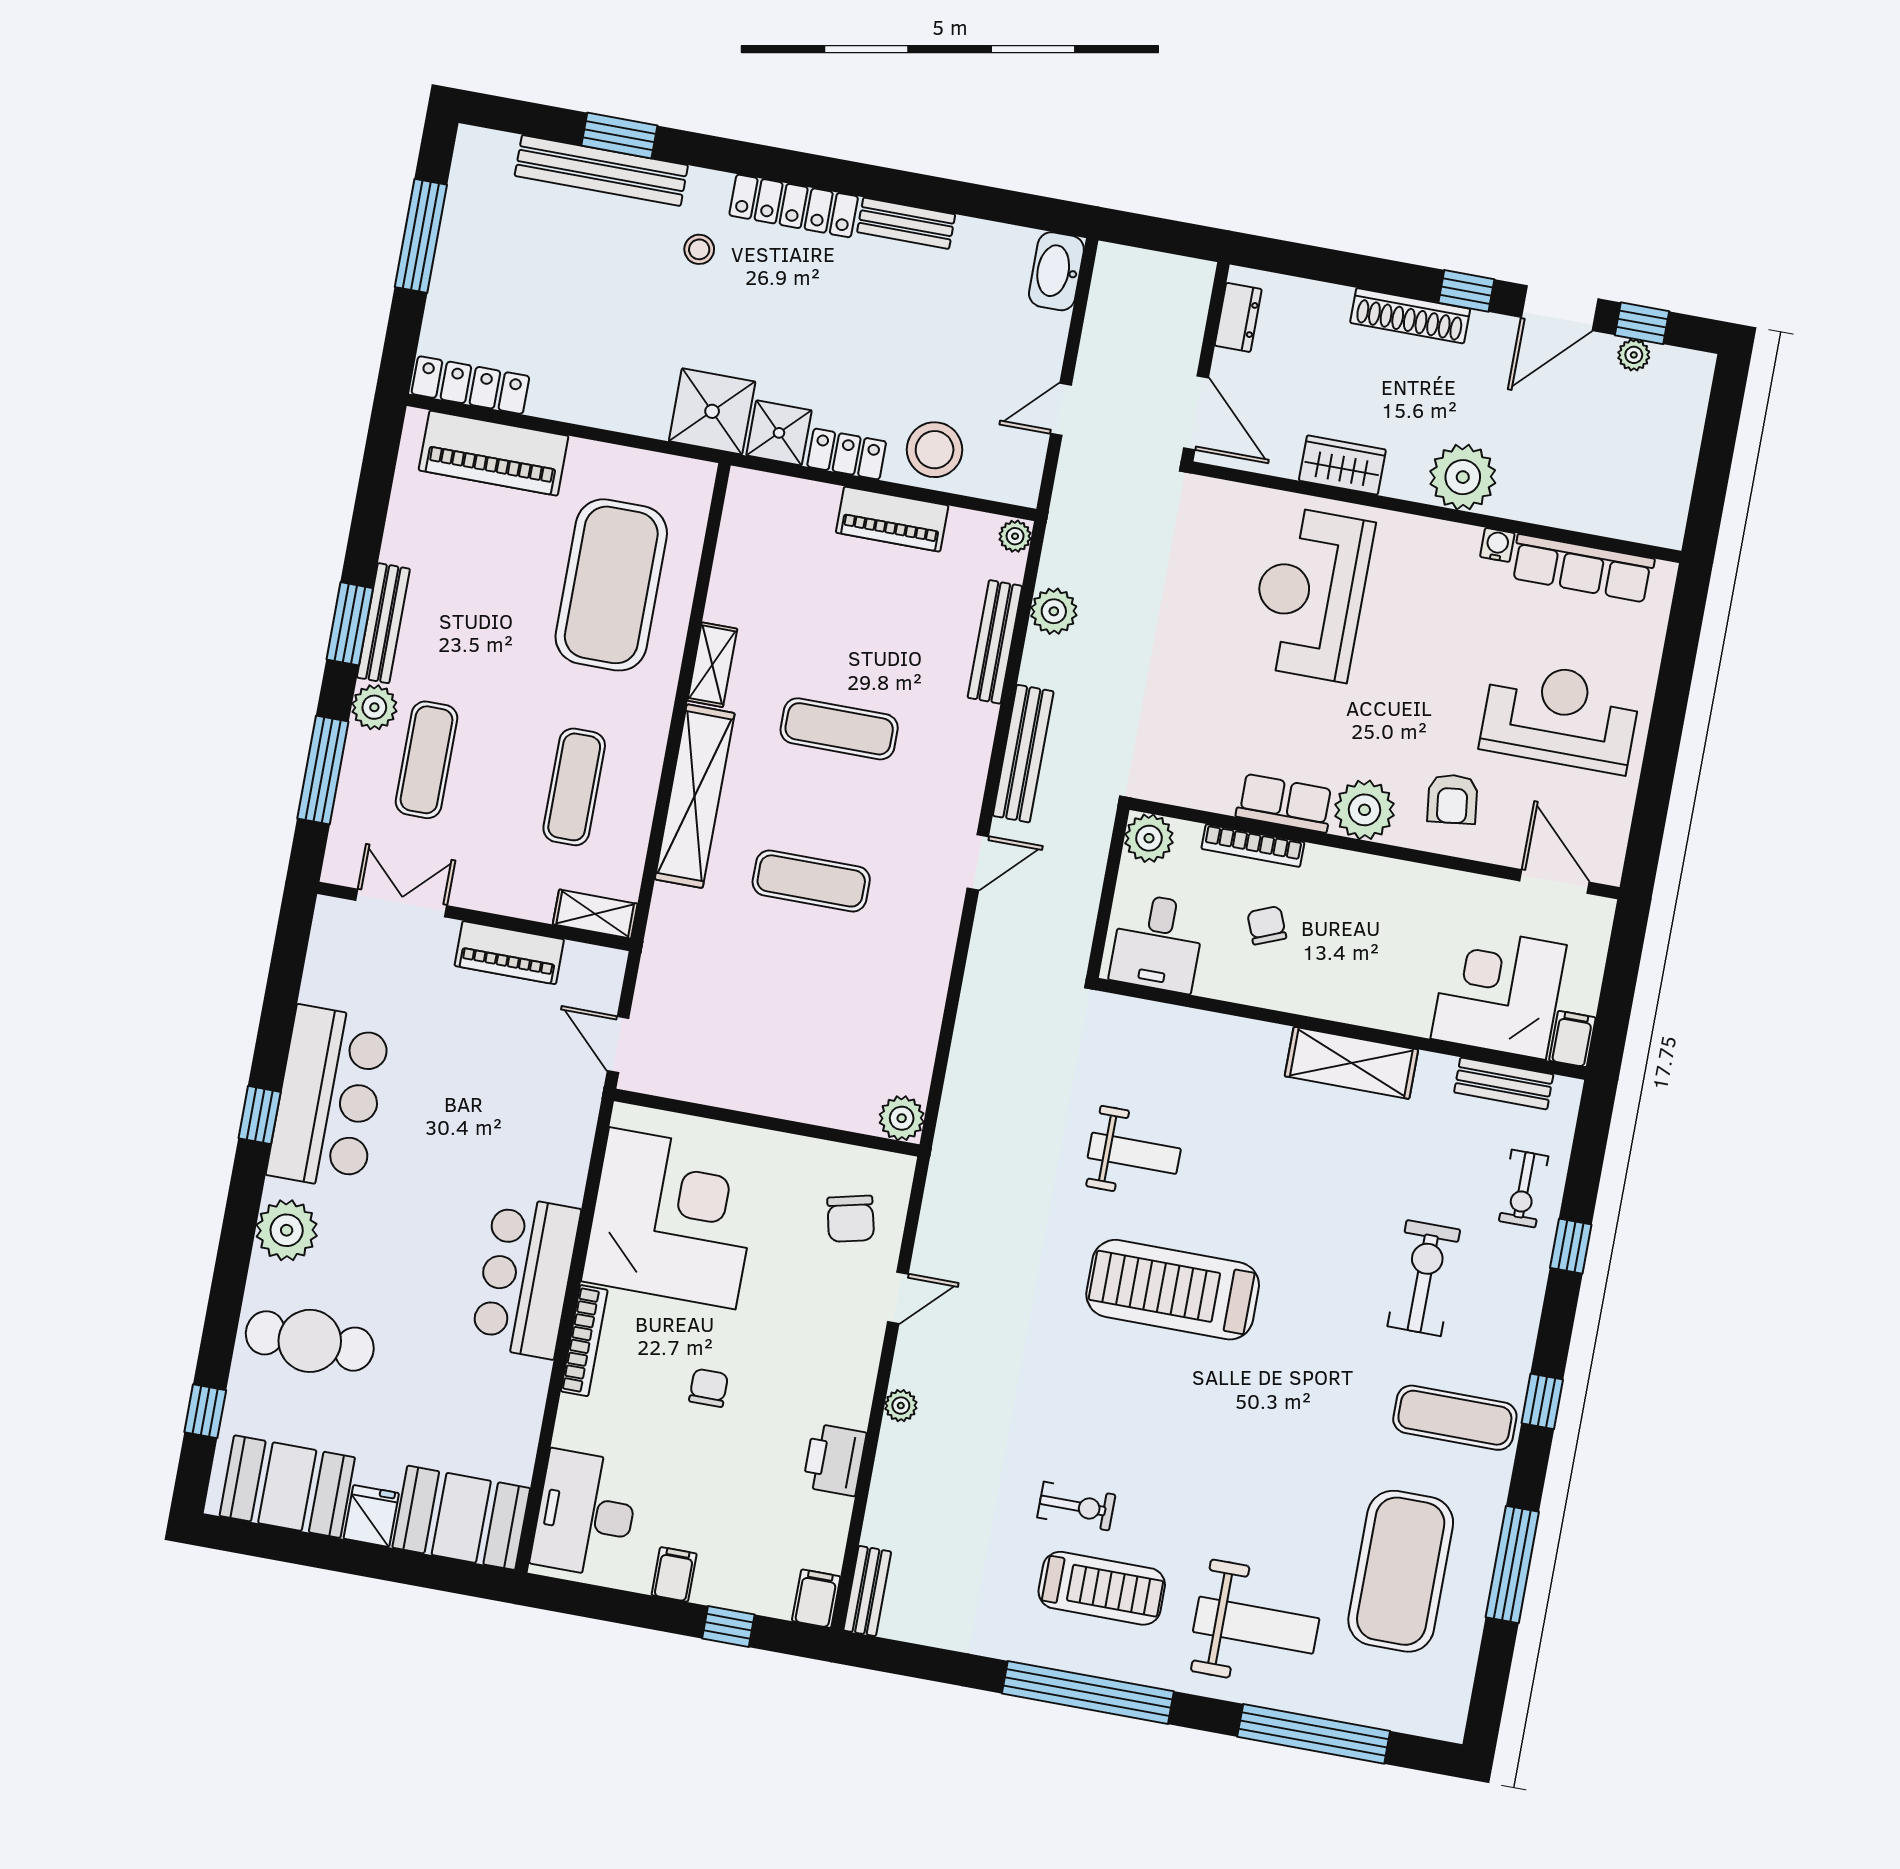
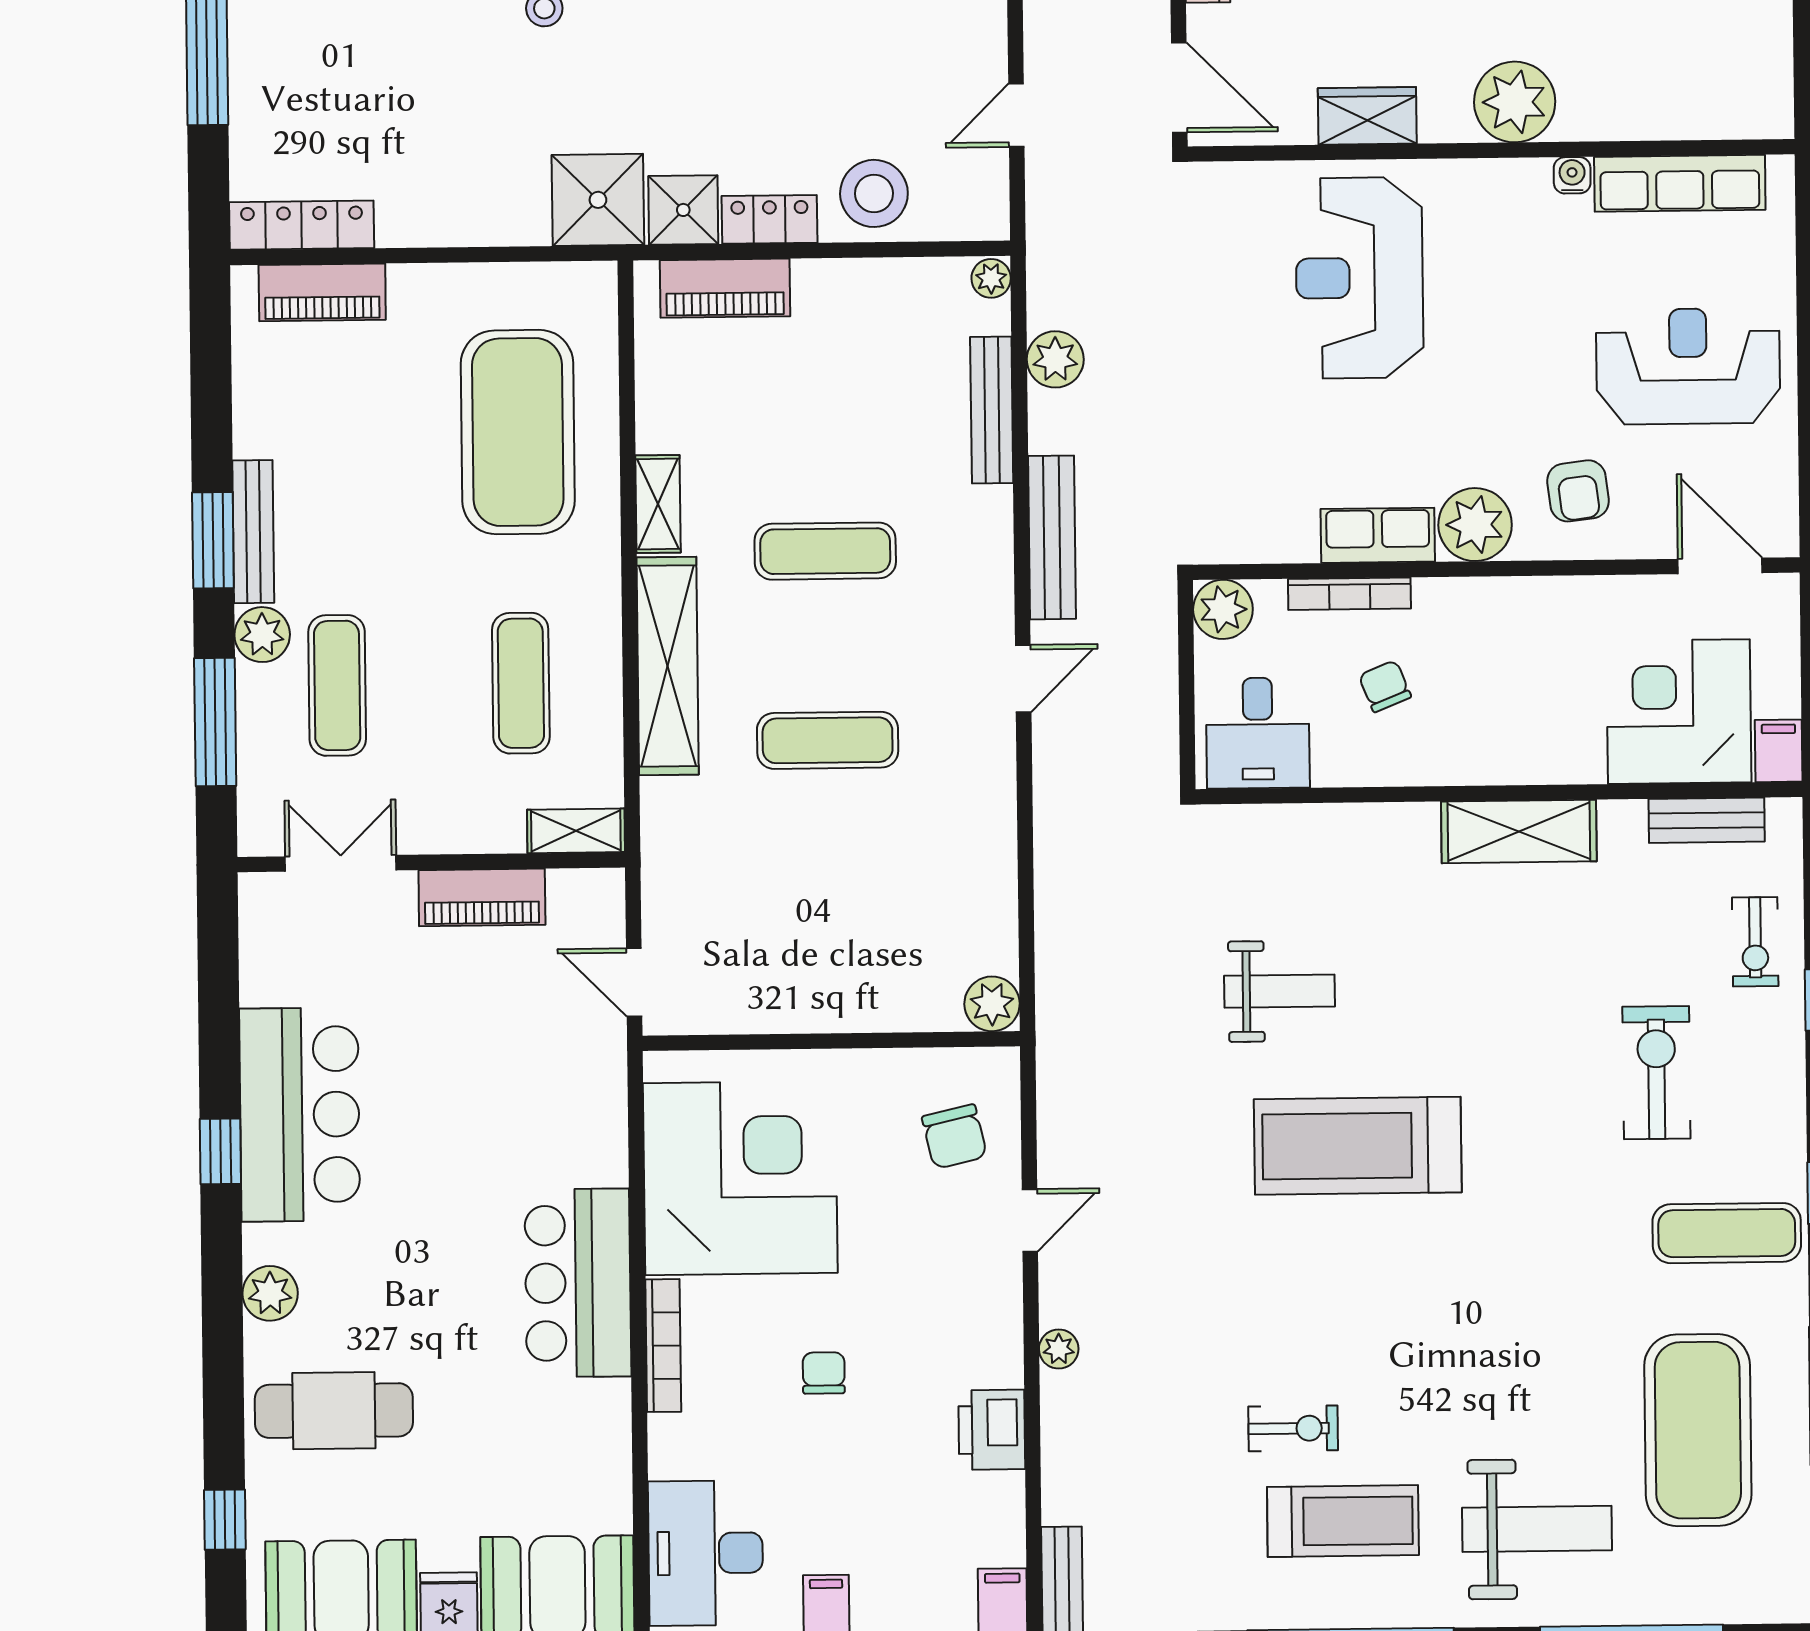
piano: (494, 453) -> (322, 292), width x0.73, depth x0.75
piano: (892, 519) -> (725, 288), moved
plant: (287, 1230) -> (270, 1293), width x0.73, depth x0.73

